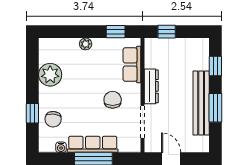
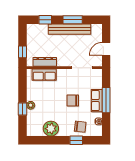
window: (116, 32) -> (23, 109), moved
dresser: (151, 86) -> (45, 62), moved
chair: (113, 100) -> (73, 101), moved
row of seats: (93, 144) -> (97, 101), width x0.68

